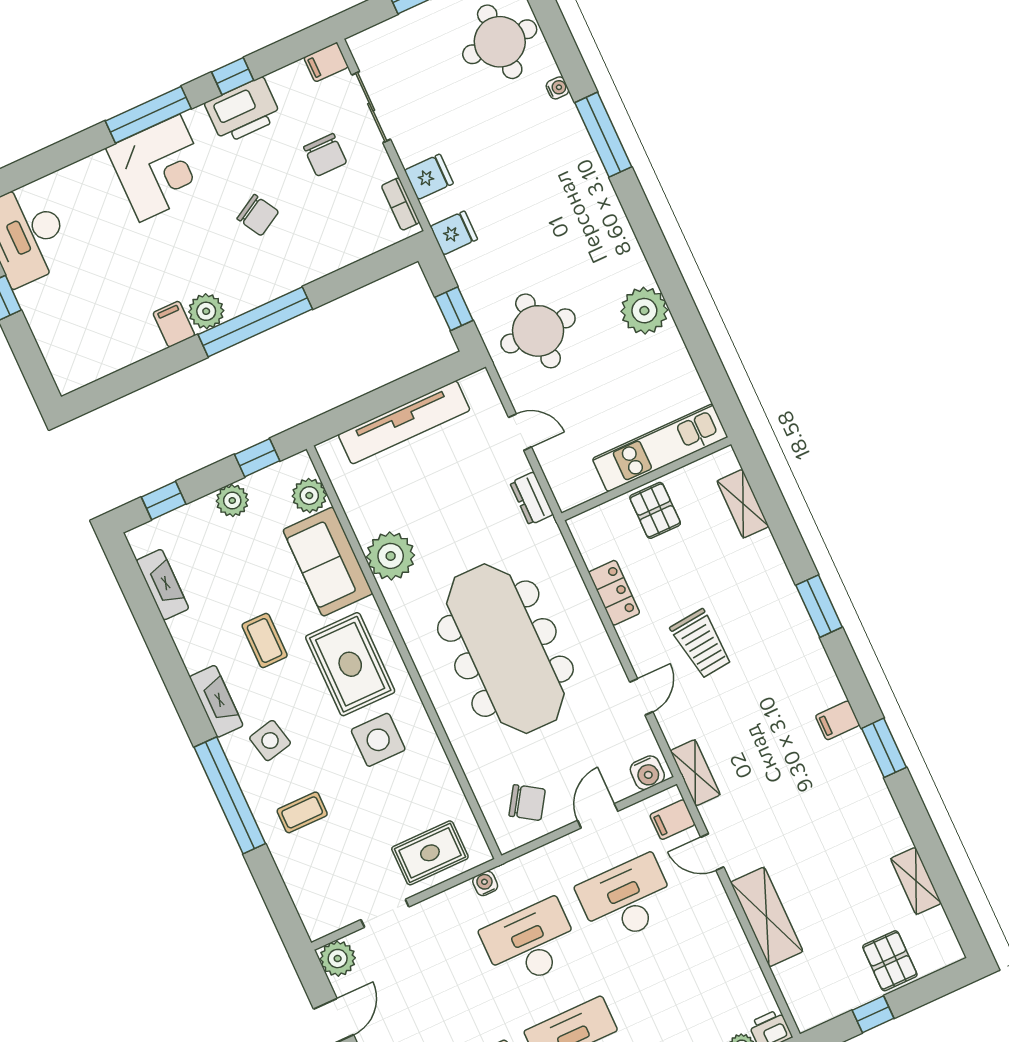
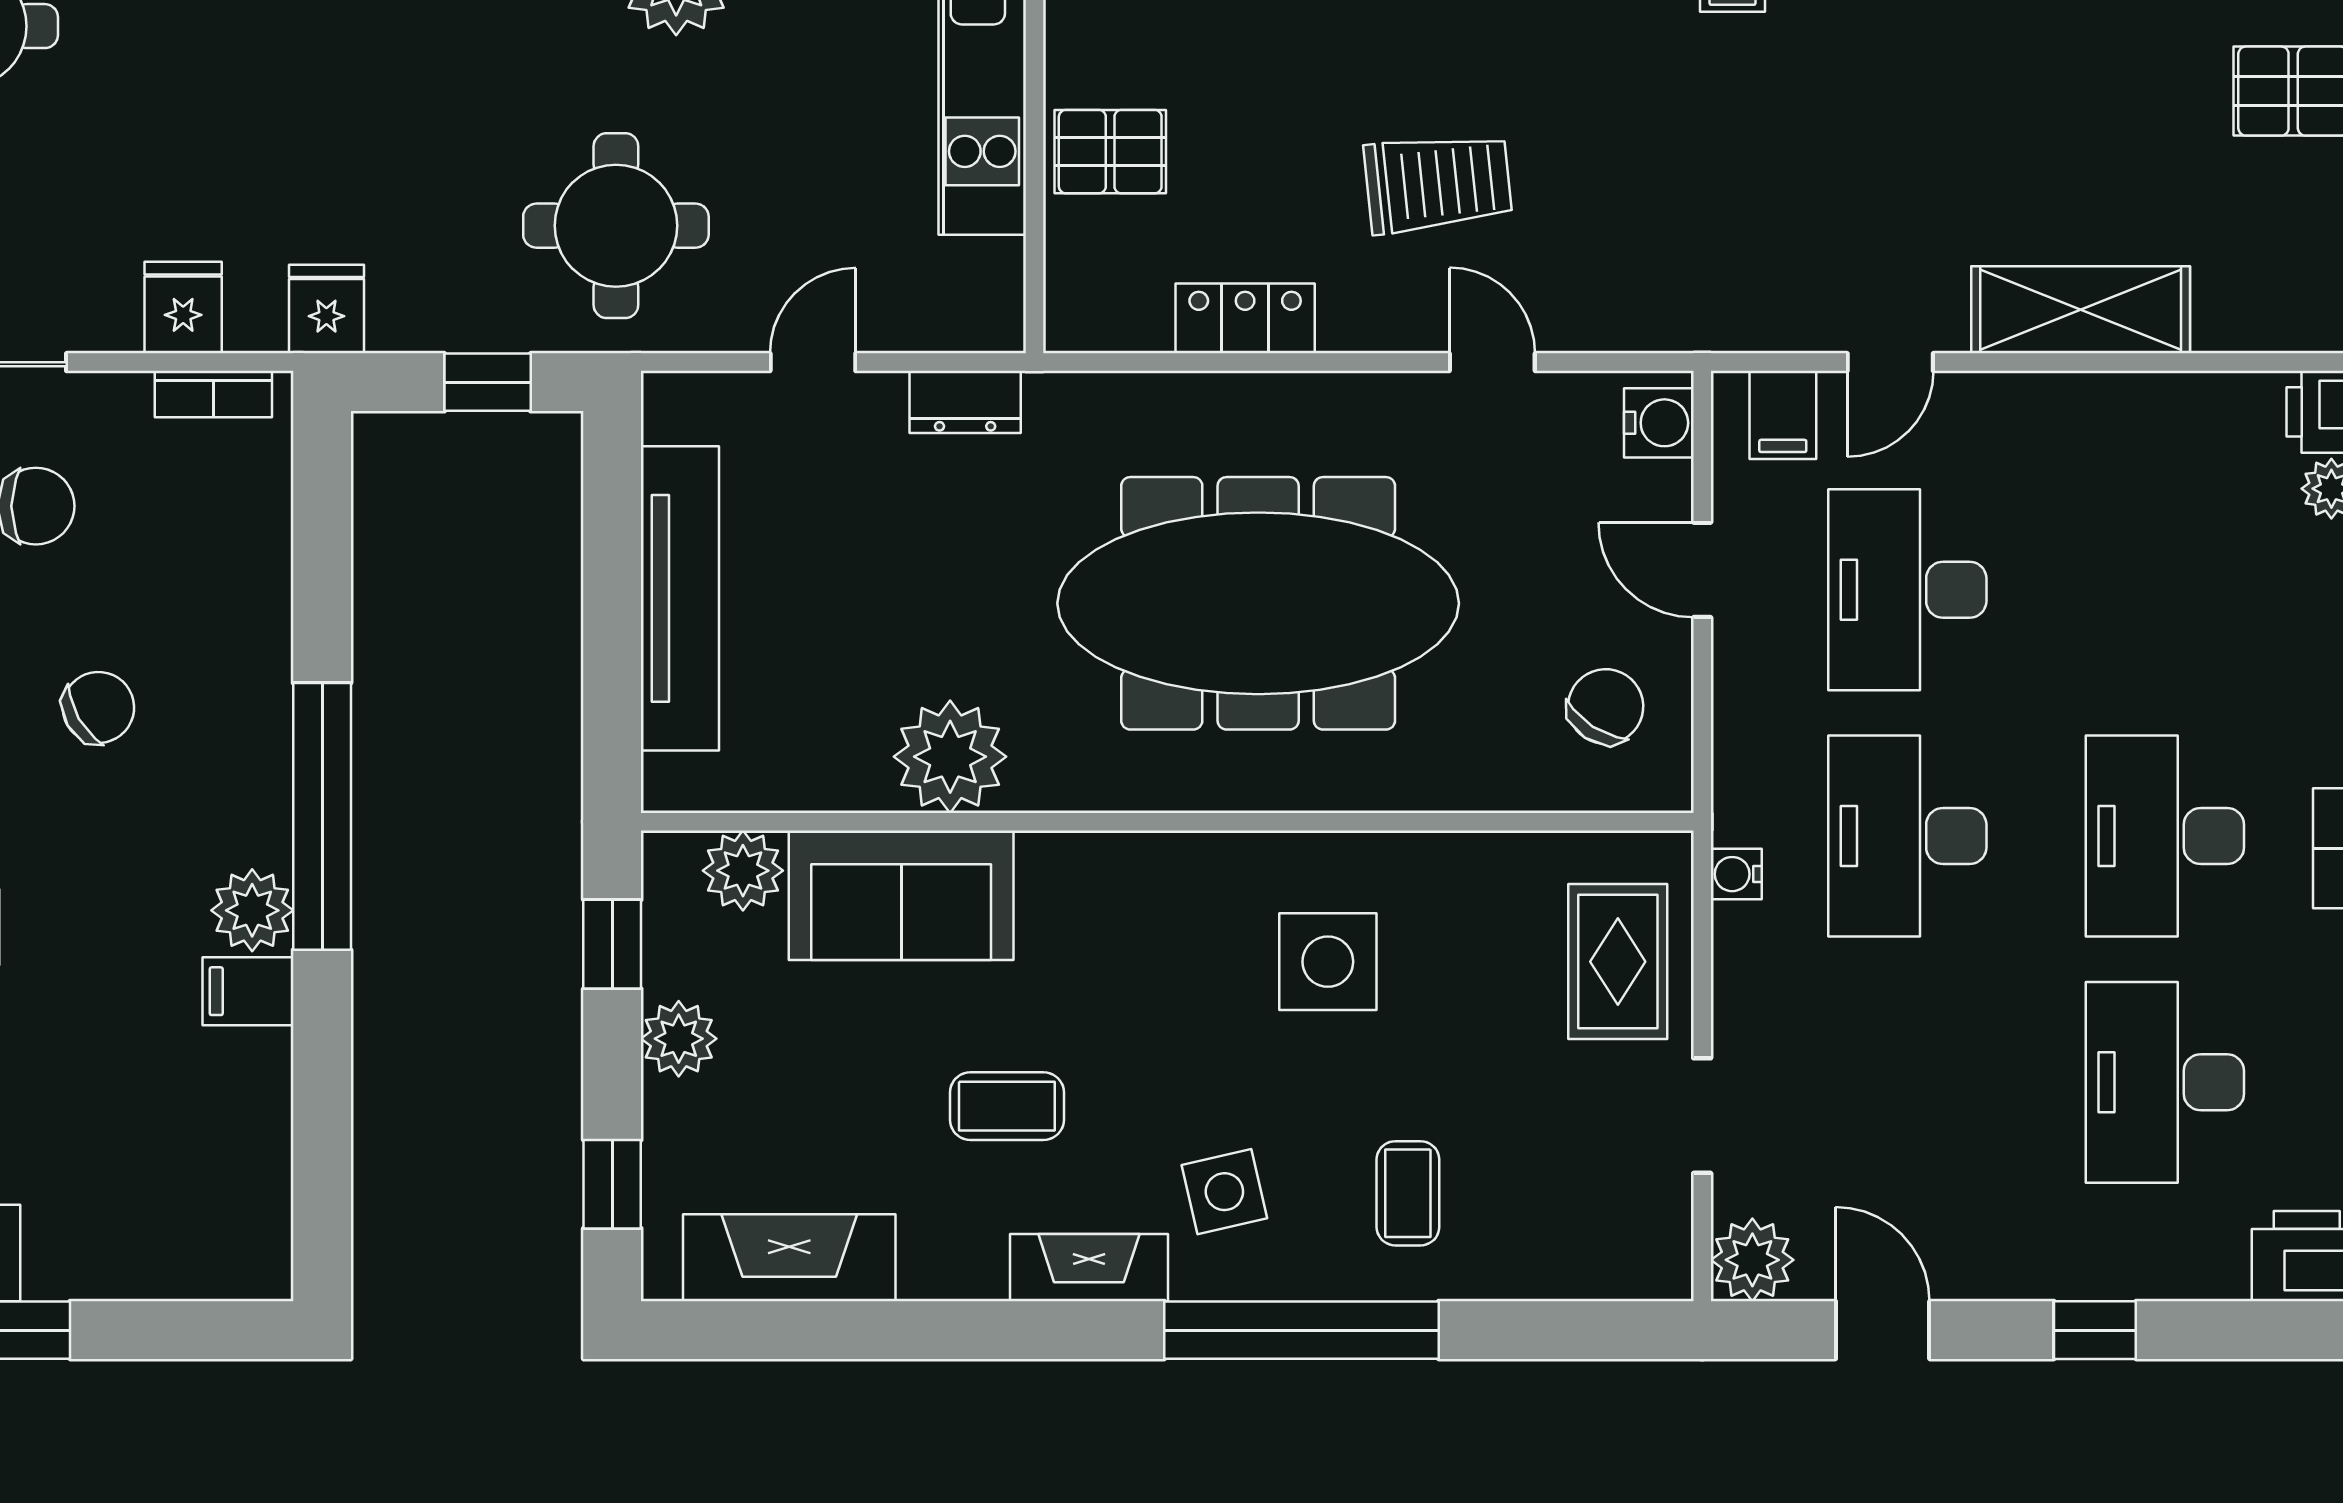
fireplace: (162, 585) -> (789, 1258), width x1.37, depth x1.32
rug: (350, 664) -> (1140, 947), removed
shelving: (695, 773) -> (1705, 321), removed

